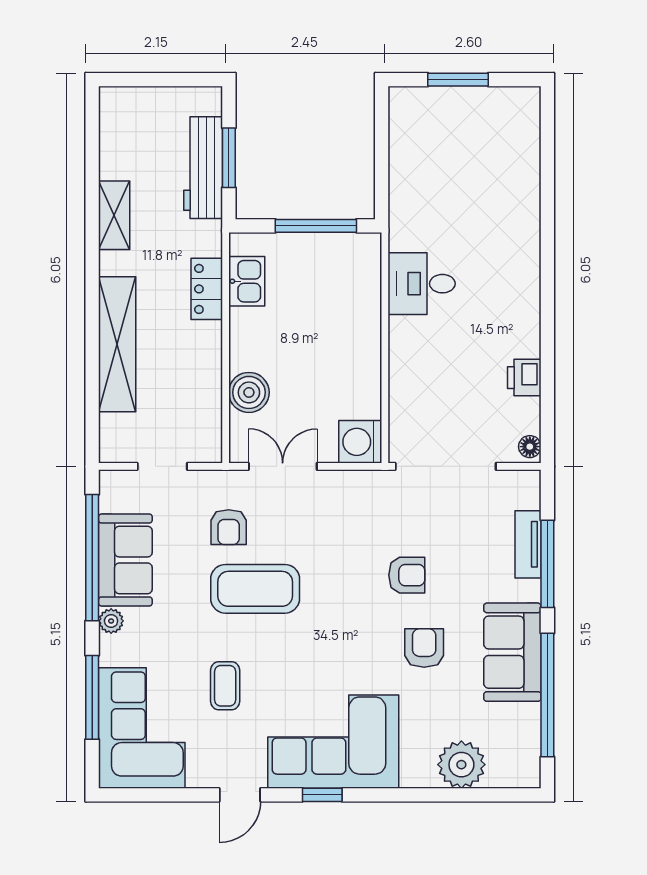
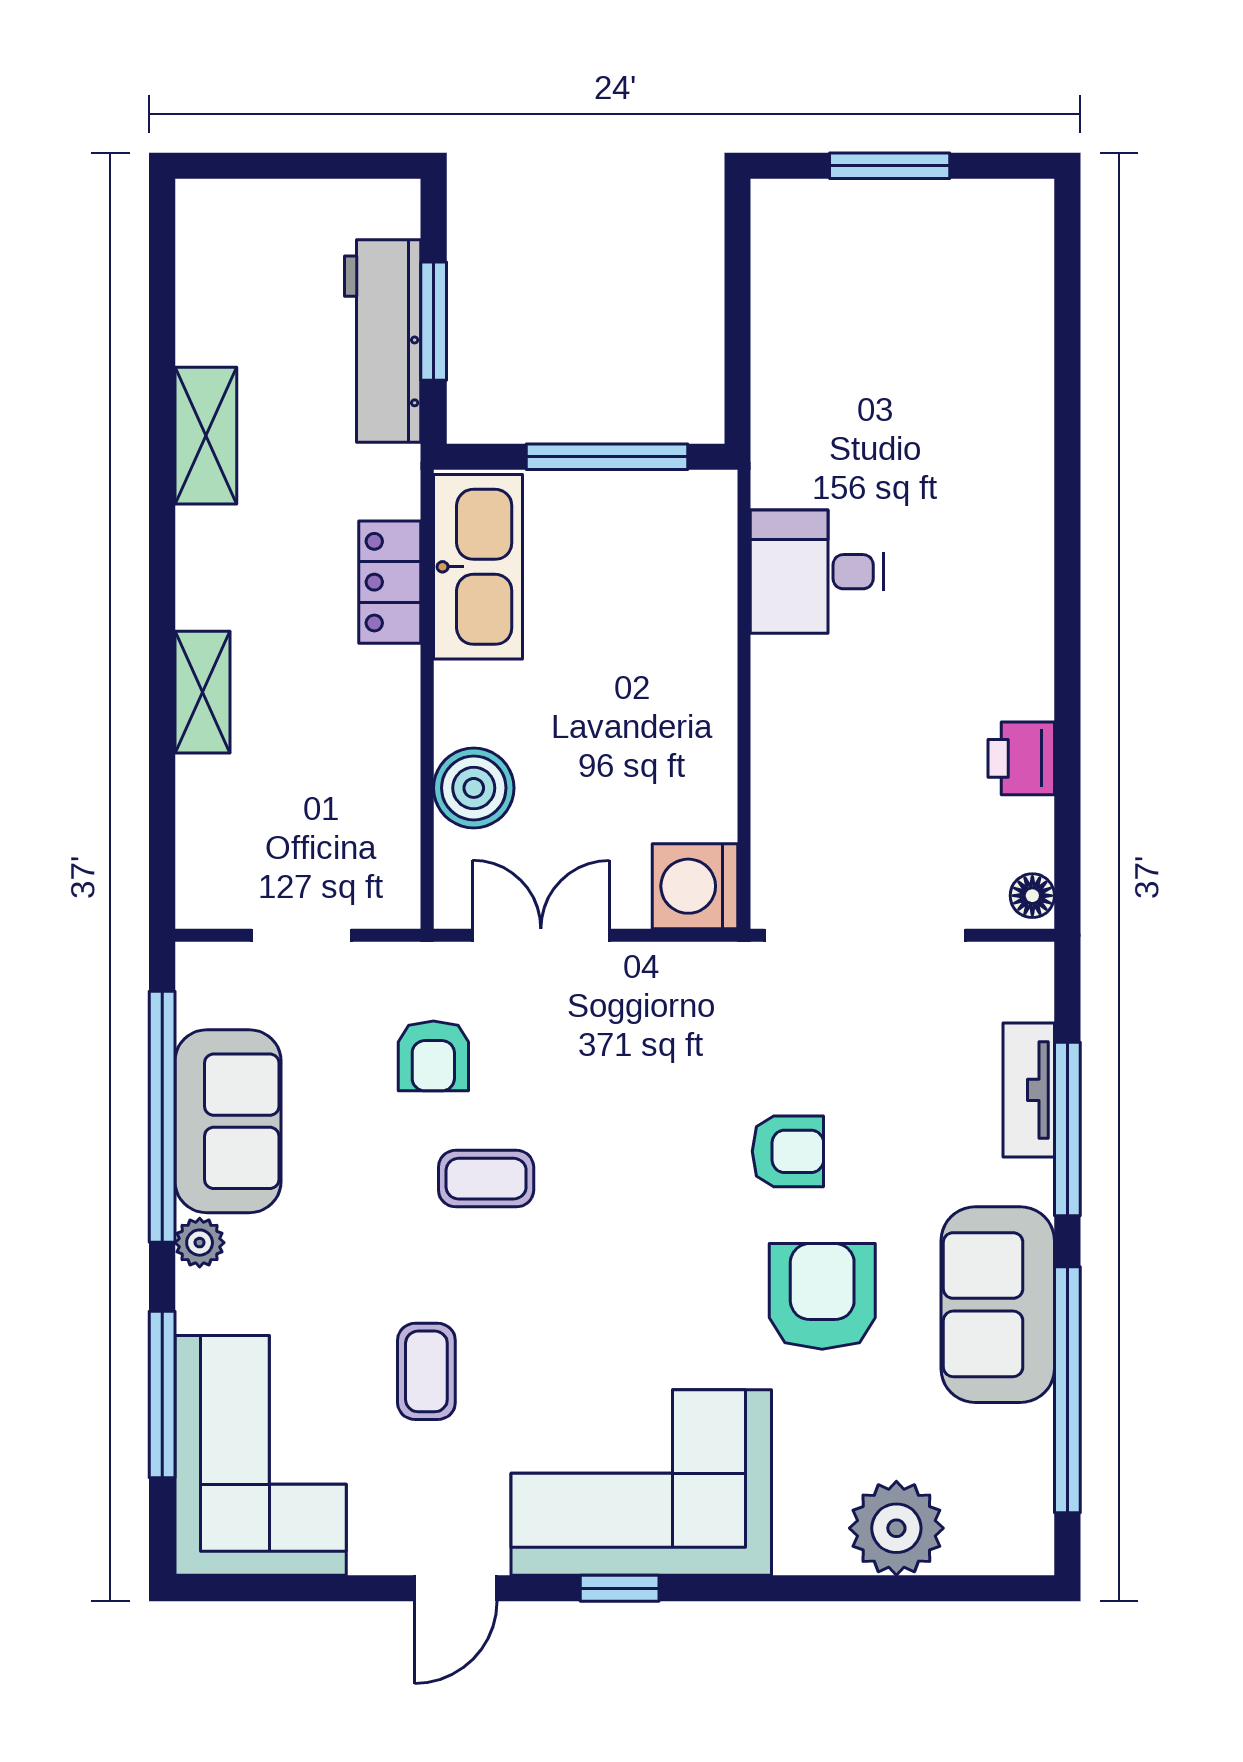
kitchen sink: (247, 281) -> (478, 567), width x1.88, depth x1.24
shelving: (117, 344) -> (202, 692), width x0.45, depth x0.75
coffee table: (255, 589) -> (486, 1179), width x0.54, depth x0.58
armchair: (424, 648) -> (822, 1296), width x1.38, depth x1.38

